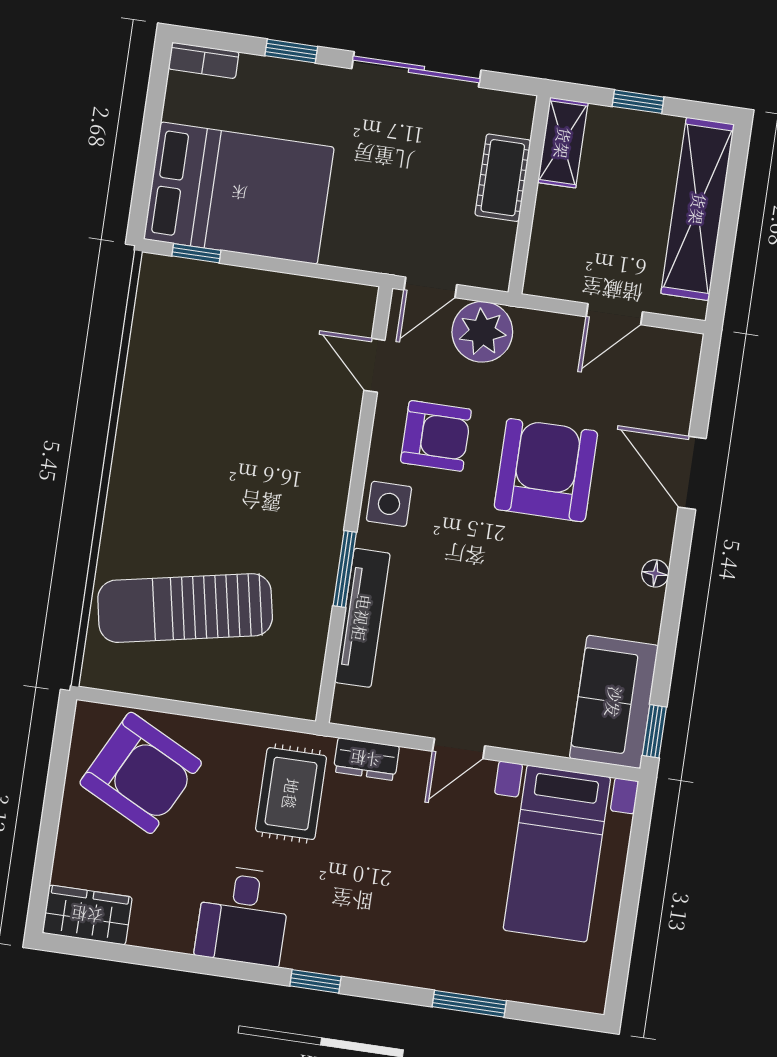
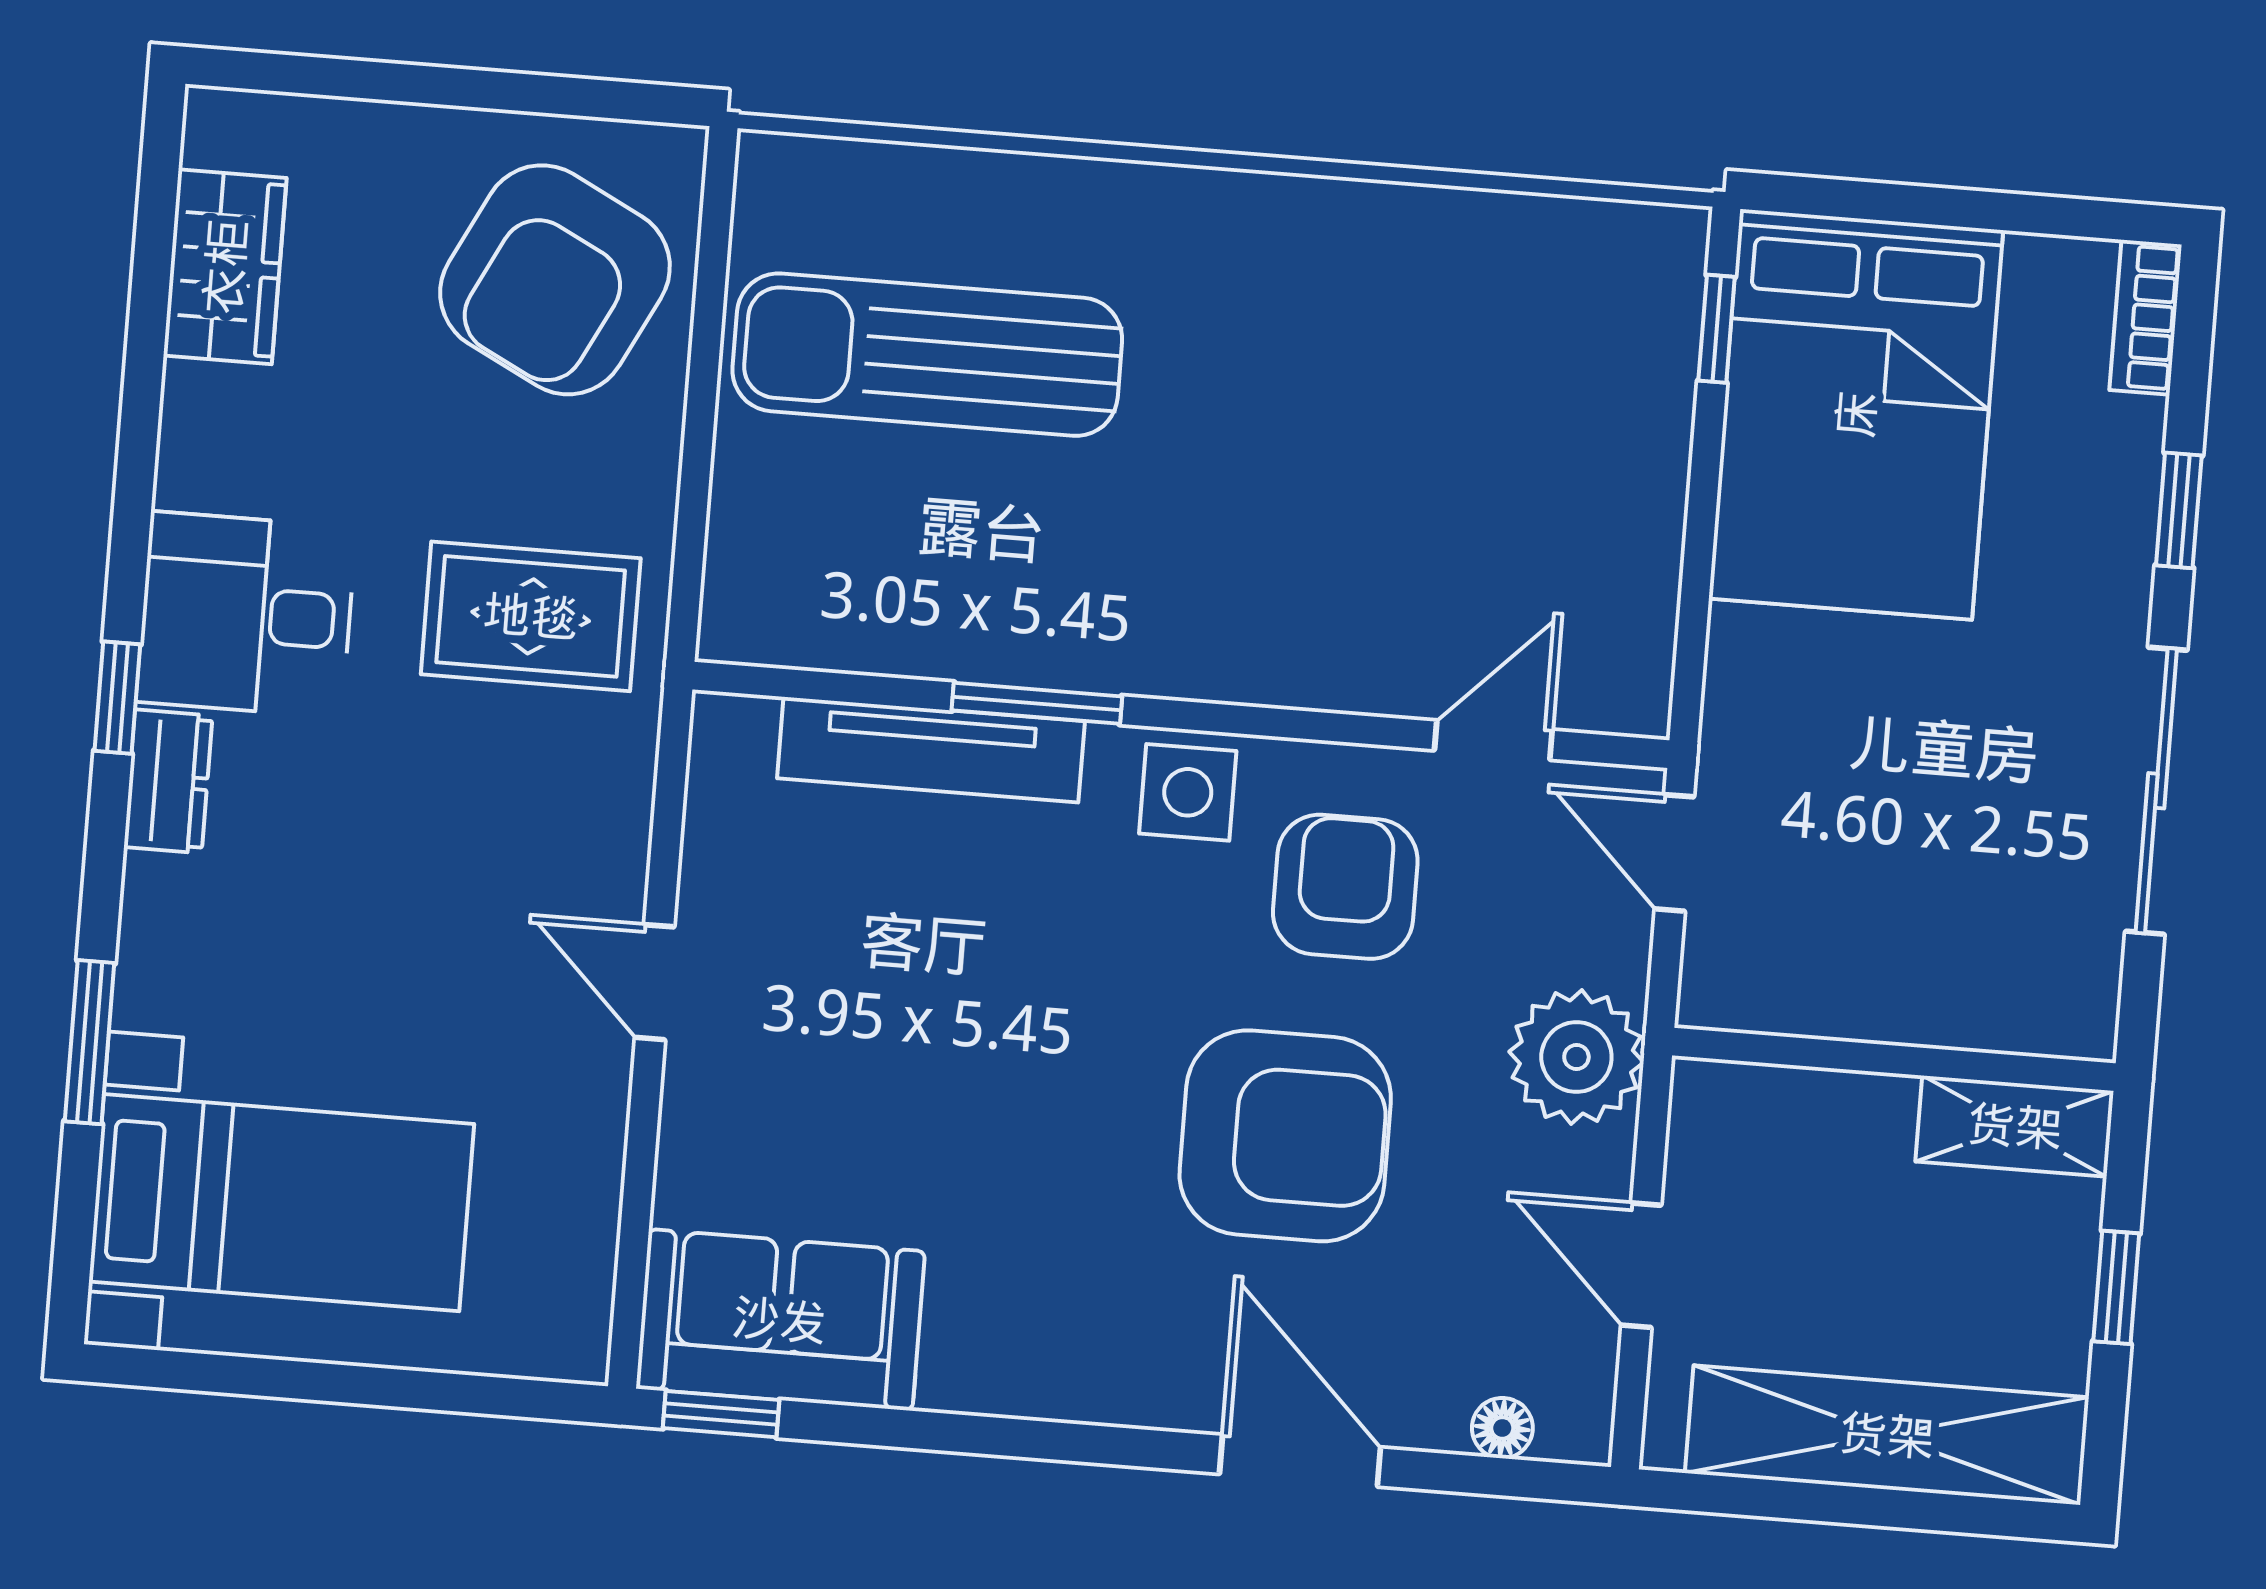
cot: (503, 178) -> (1928, 998), removed
plant: (482, 332) -> (1576, 1057), moved
armchair: (436, 436) -> (1345, 887), turned 180
door: (692, 473) -> (1300, 1461), hinge flipped
floor lamp: (655, 573) -> (1502, 1428), moved
sun lounger: (185, 608) -> (927, 355), turned -79
dresser: (366, 759) -> (168, 781), moved, turned 180
bed with nightstands: (557, 854) -> (282, 1203), moved, turned 180
wardrobe: (87, 915) -> (225, 267), moved
desk: (243, 915) -> (246, 615), moved

